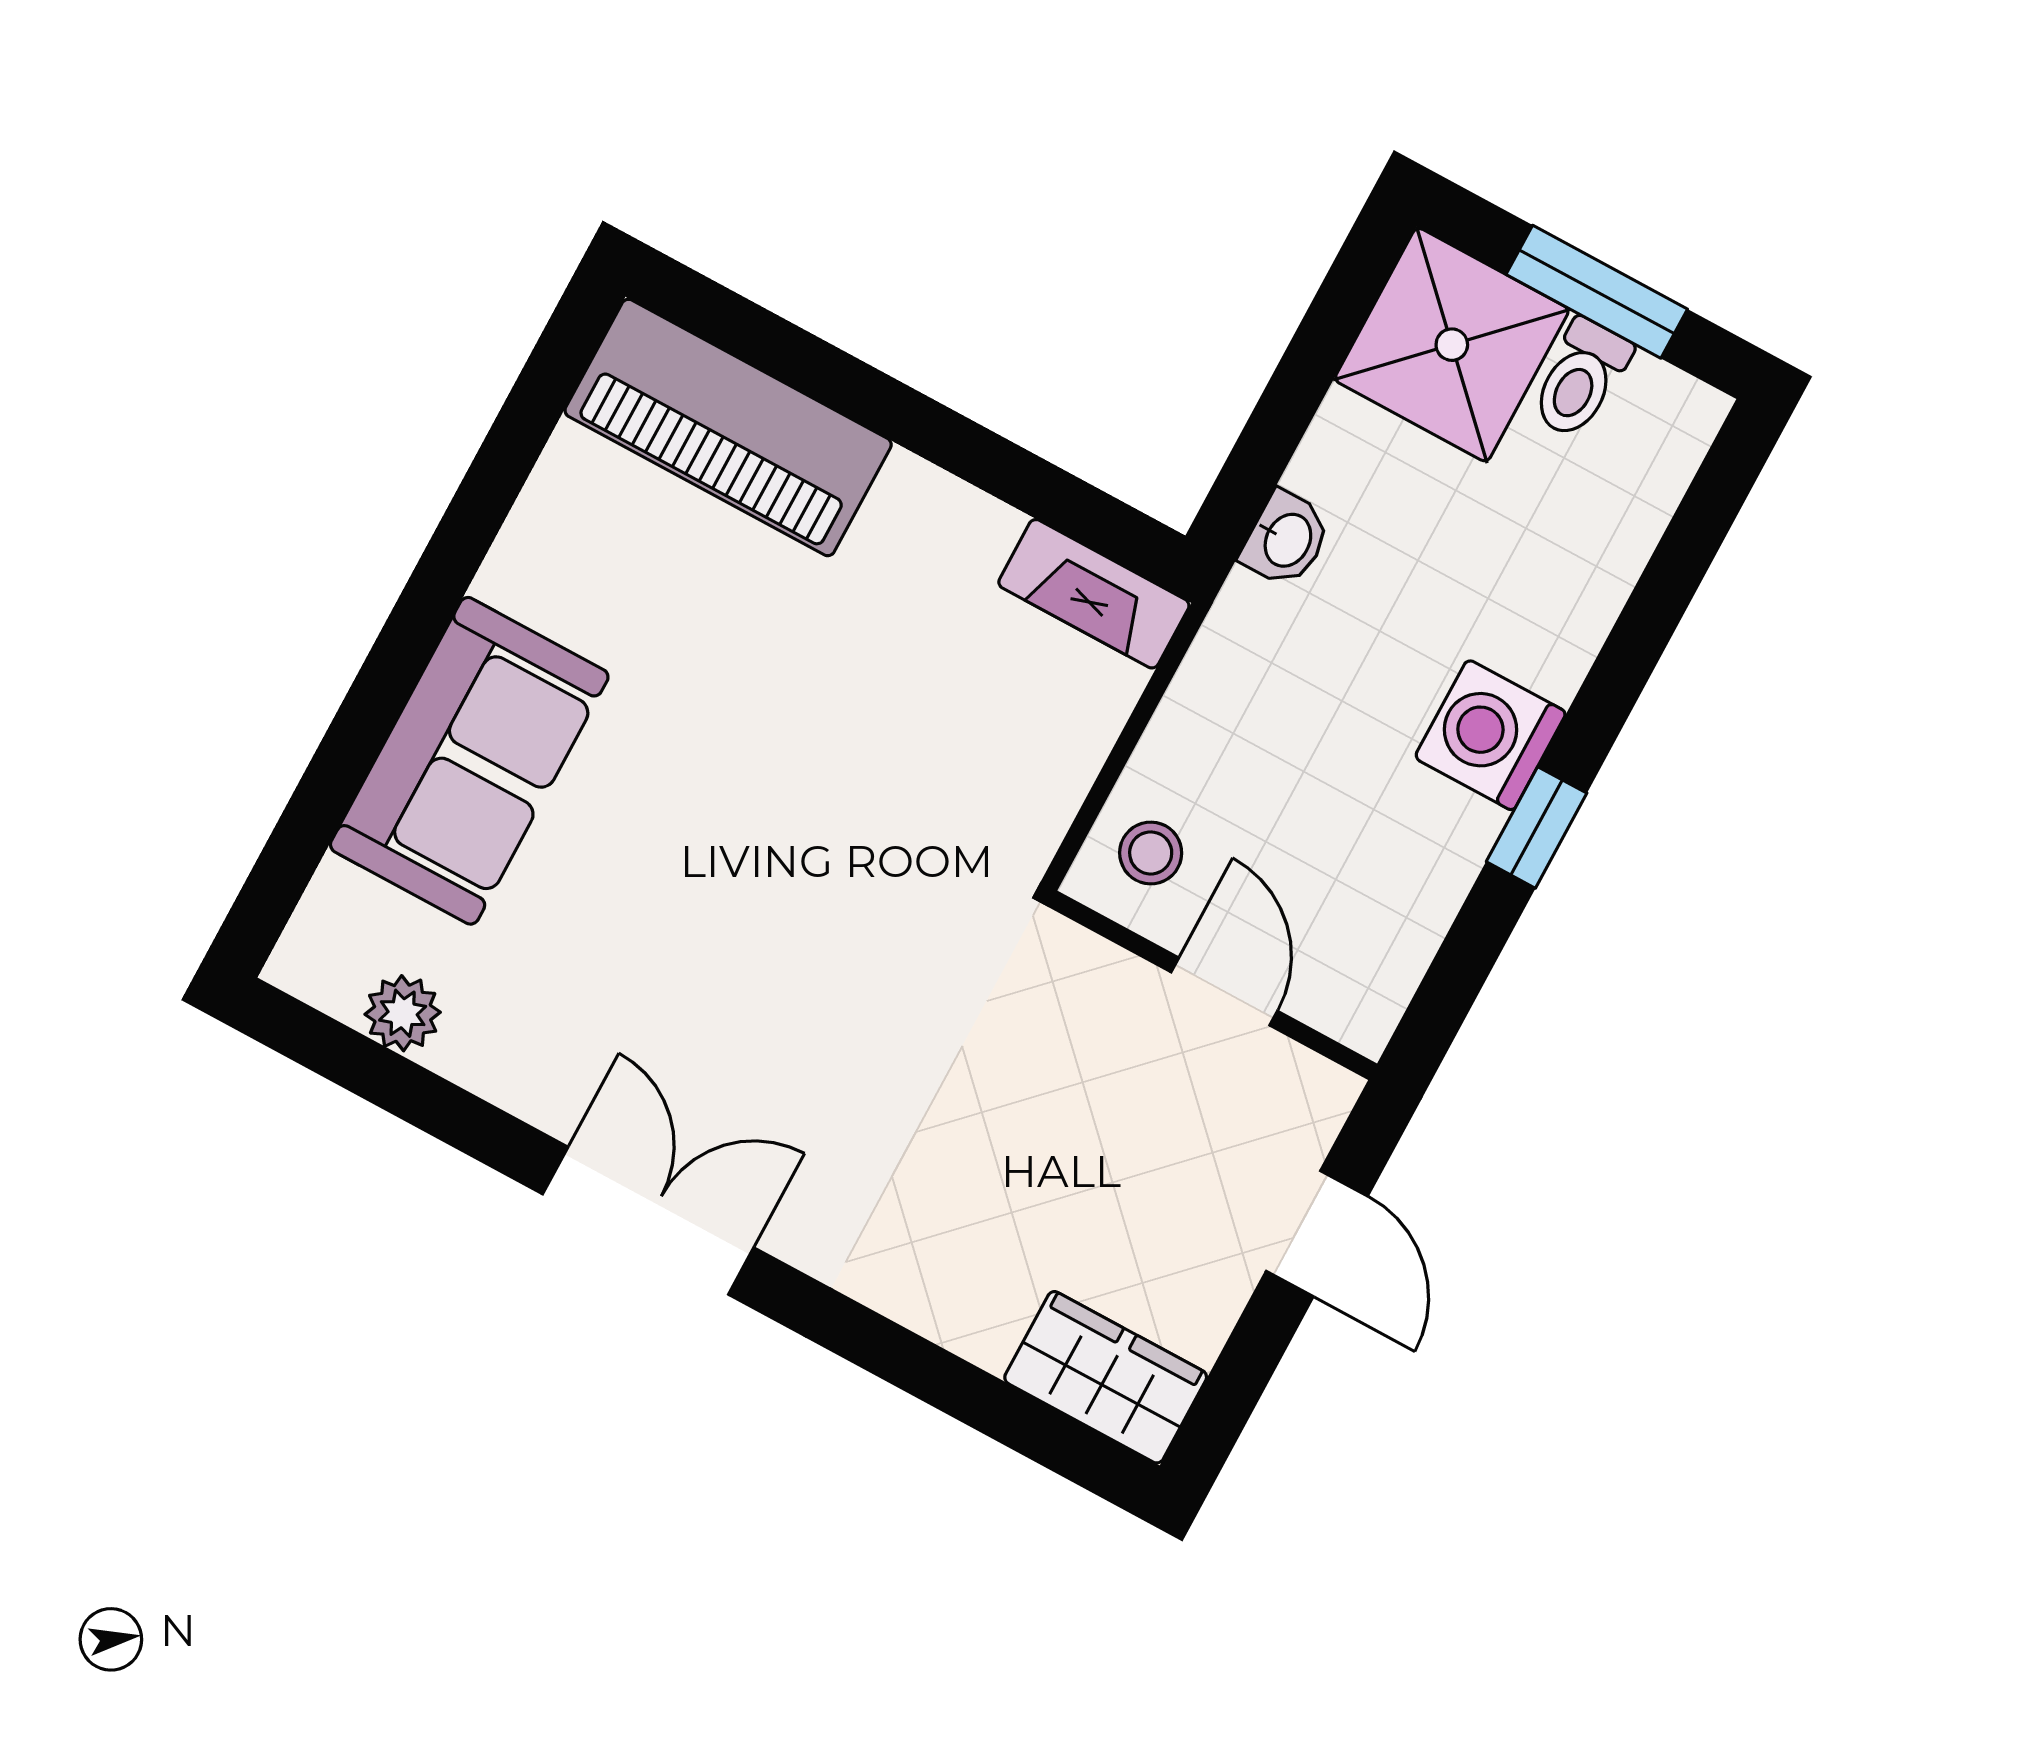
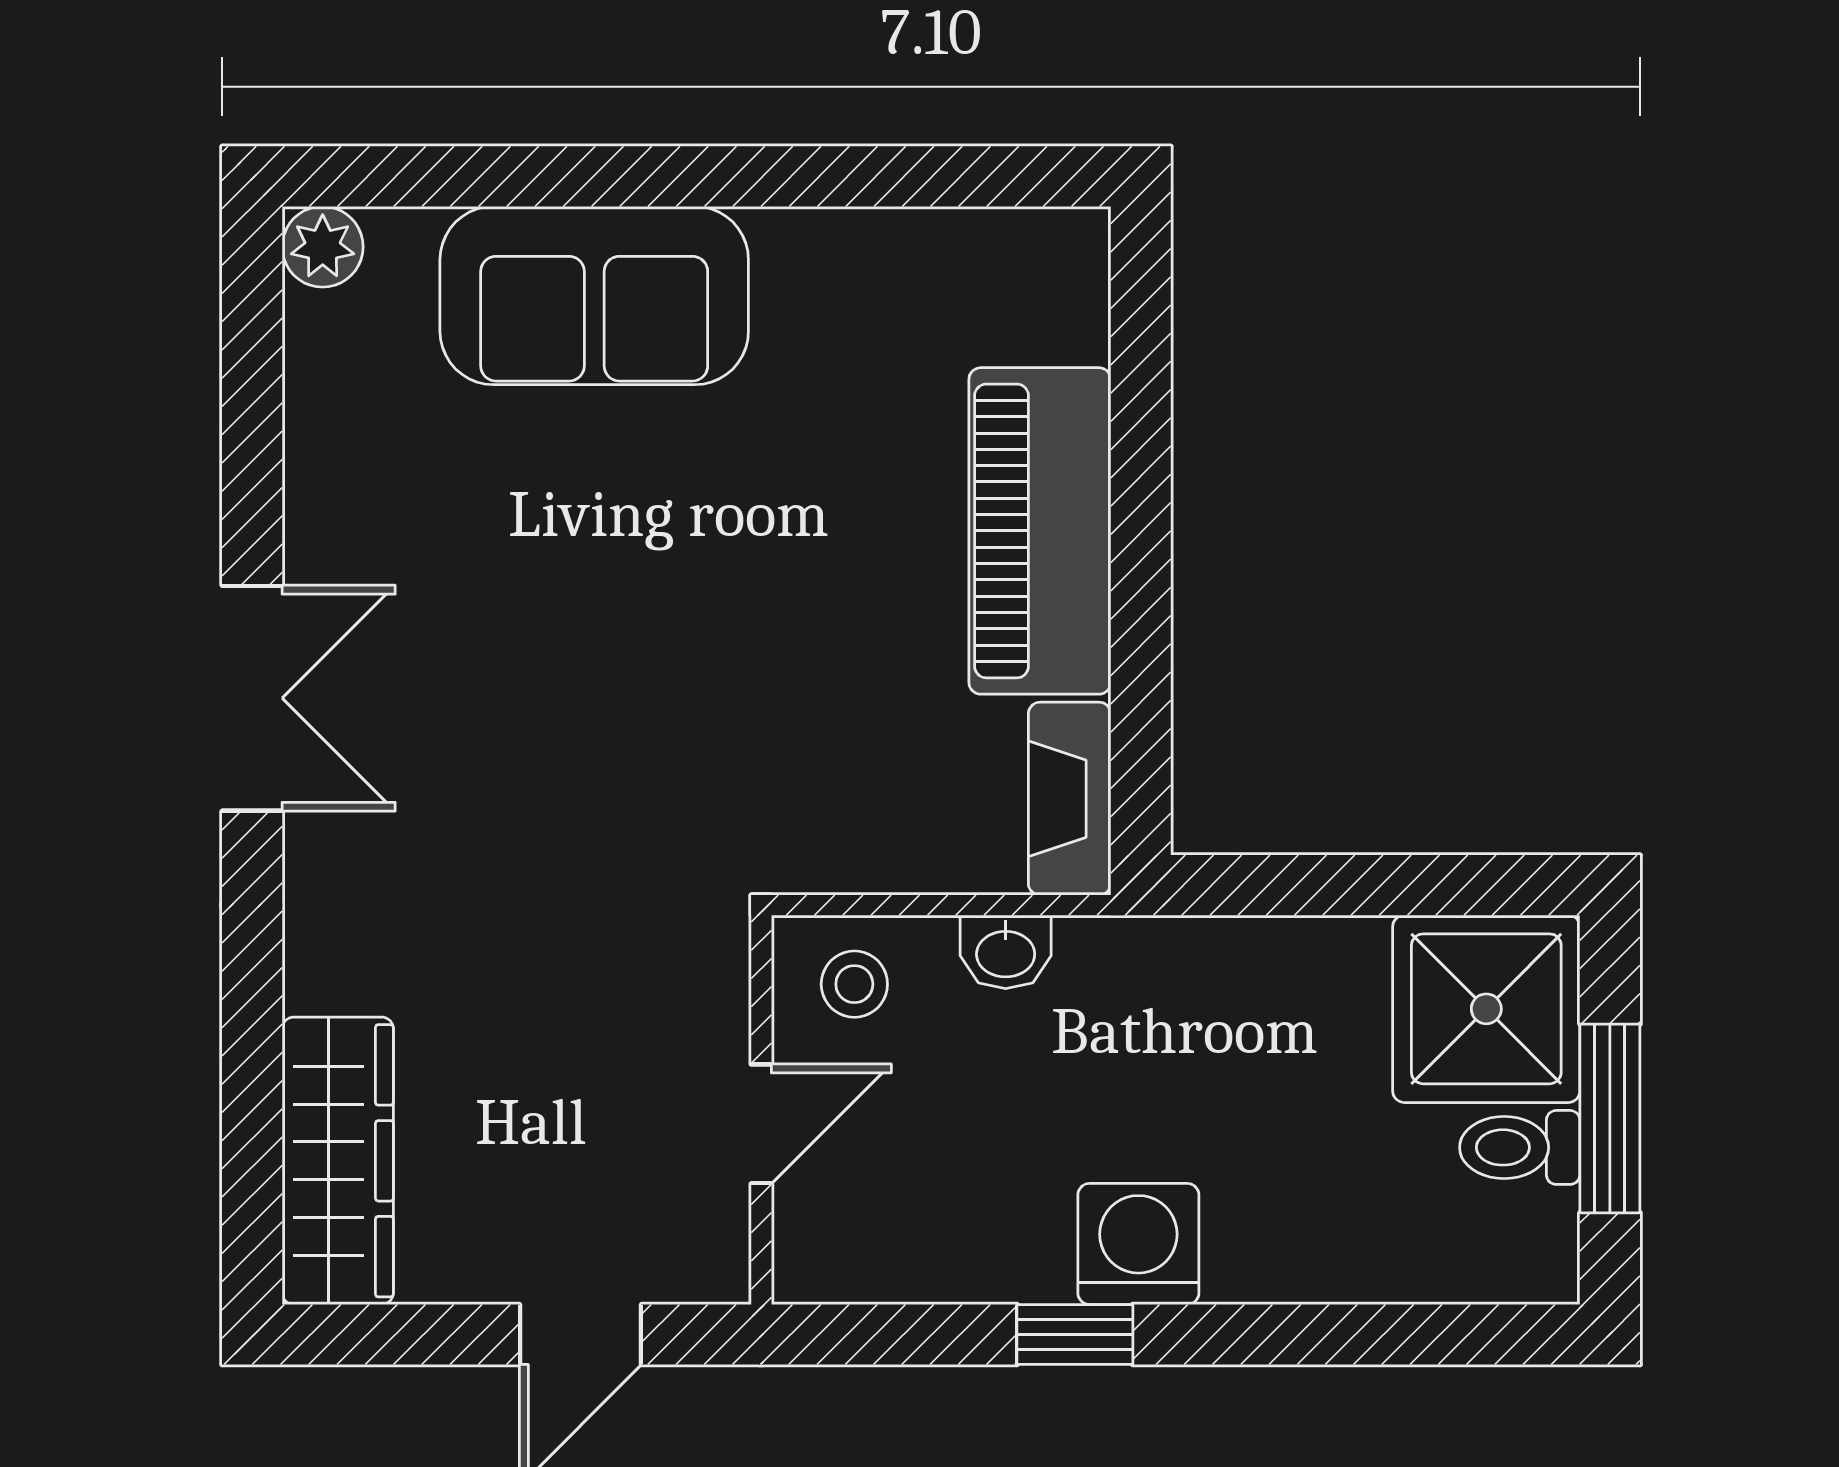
piano: (728, 427) -> (1040, 531), moved
washbasin: (1286, 539) -> (1006, 952), moved
plant: (403, 1013) -> (323, 247), moved
wardrobe: (1106, 1377) -> (338, 1161), width x1.50

